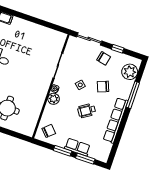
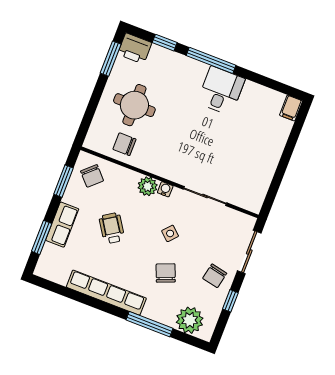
wheelchair: (87, 111) -> (112, 228), moved
chair: (30, 113) -> (124, 144), added
window: (62, 151) -> (63, 181), moved

